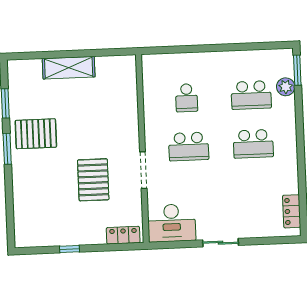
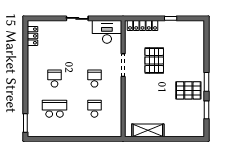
shelving: (69, 68) -> (148, 130), moved
plant: (286, 87) -> (33, 113), removed
school desk: (253, 144) -> (55, 79), width x0.54
school desk: (189, 147) -> (94, 79), width x0.54
locker: (123, 235) -> (143, 26), width x1.53

